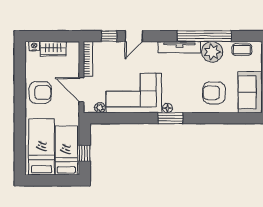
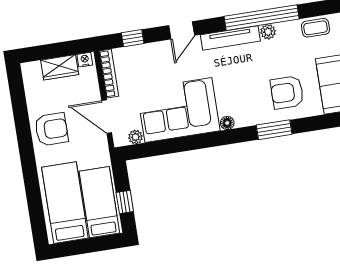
door: (134, 36) -> (182, 30), moved
nightstand: (34, 46) -> (85, 60), moved
plant: (212, 52) -> (268, 32), width x0.53, depth x0.53
window: (170, 118) -> (274, 130), moved

